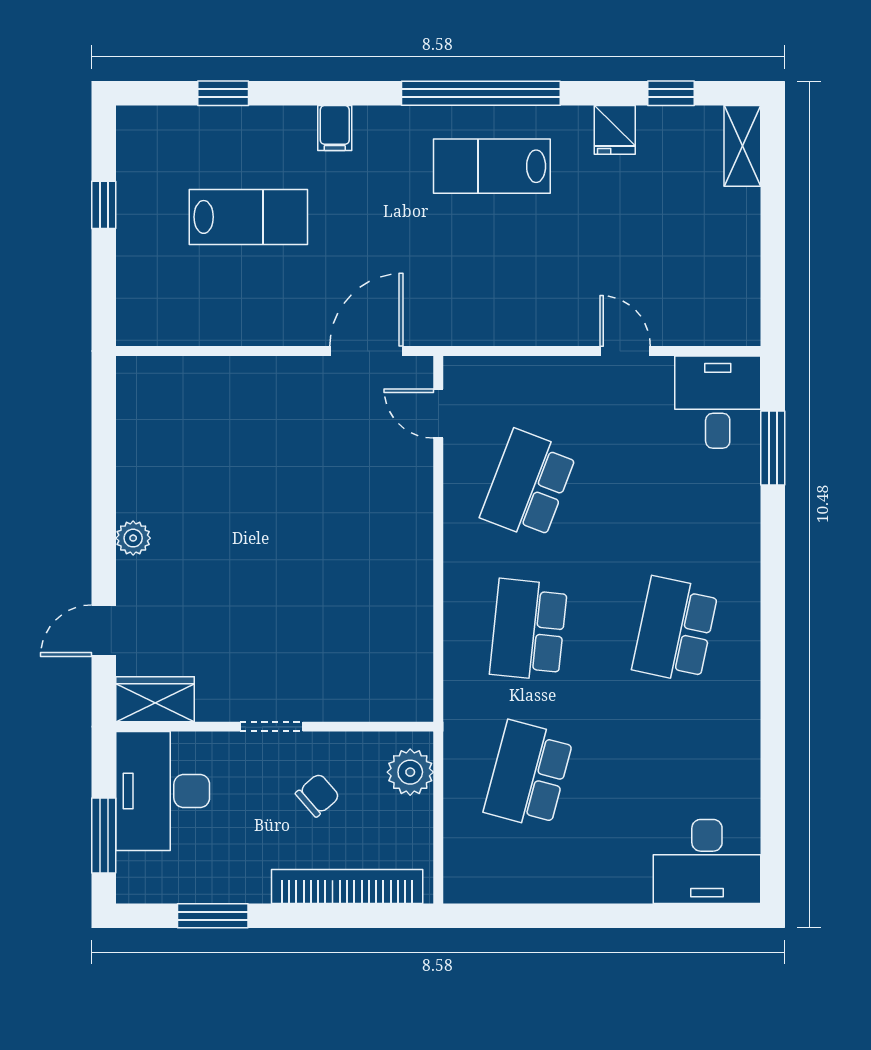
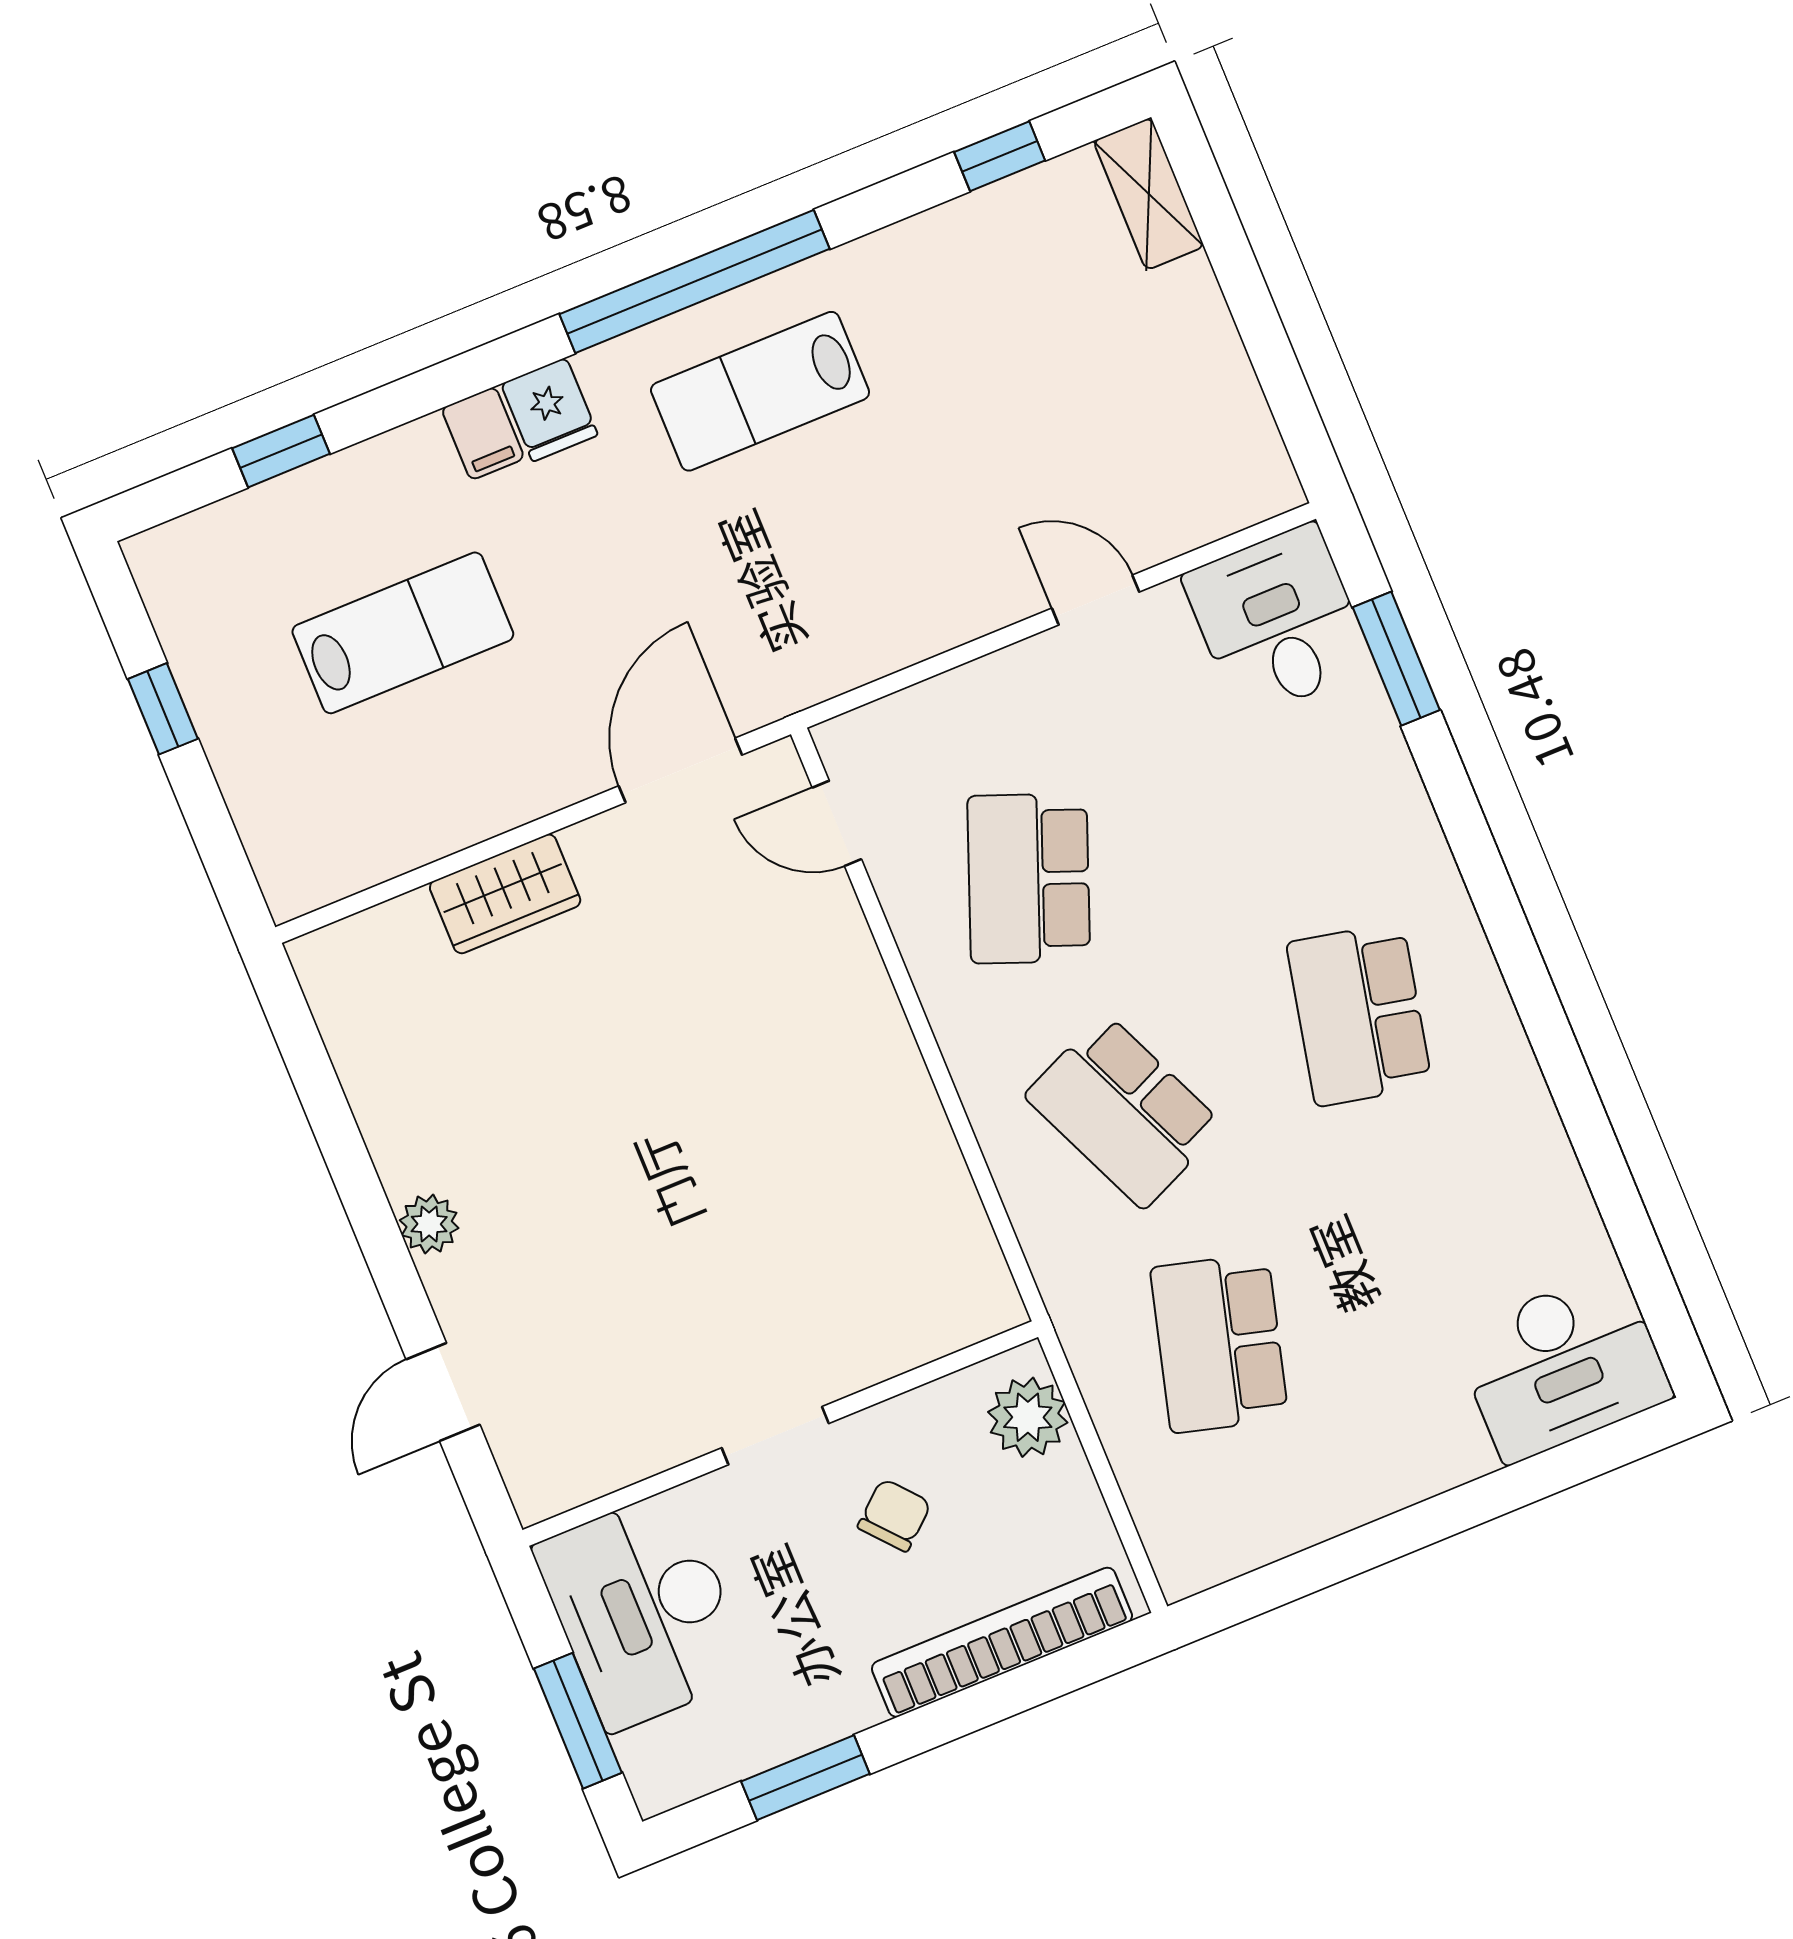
fridge: (615, 130) -> (549, 410), moved
school desk: (529, 630) -> (1124, 1111), turned -30
wardrobe: (155, 699) -> (505, 894), moved, turned 180

